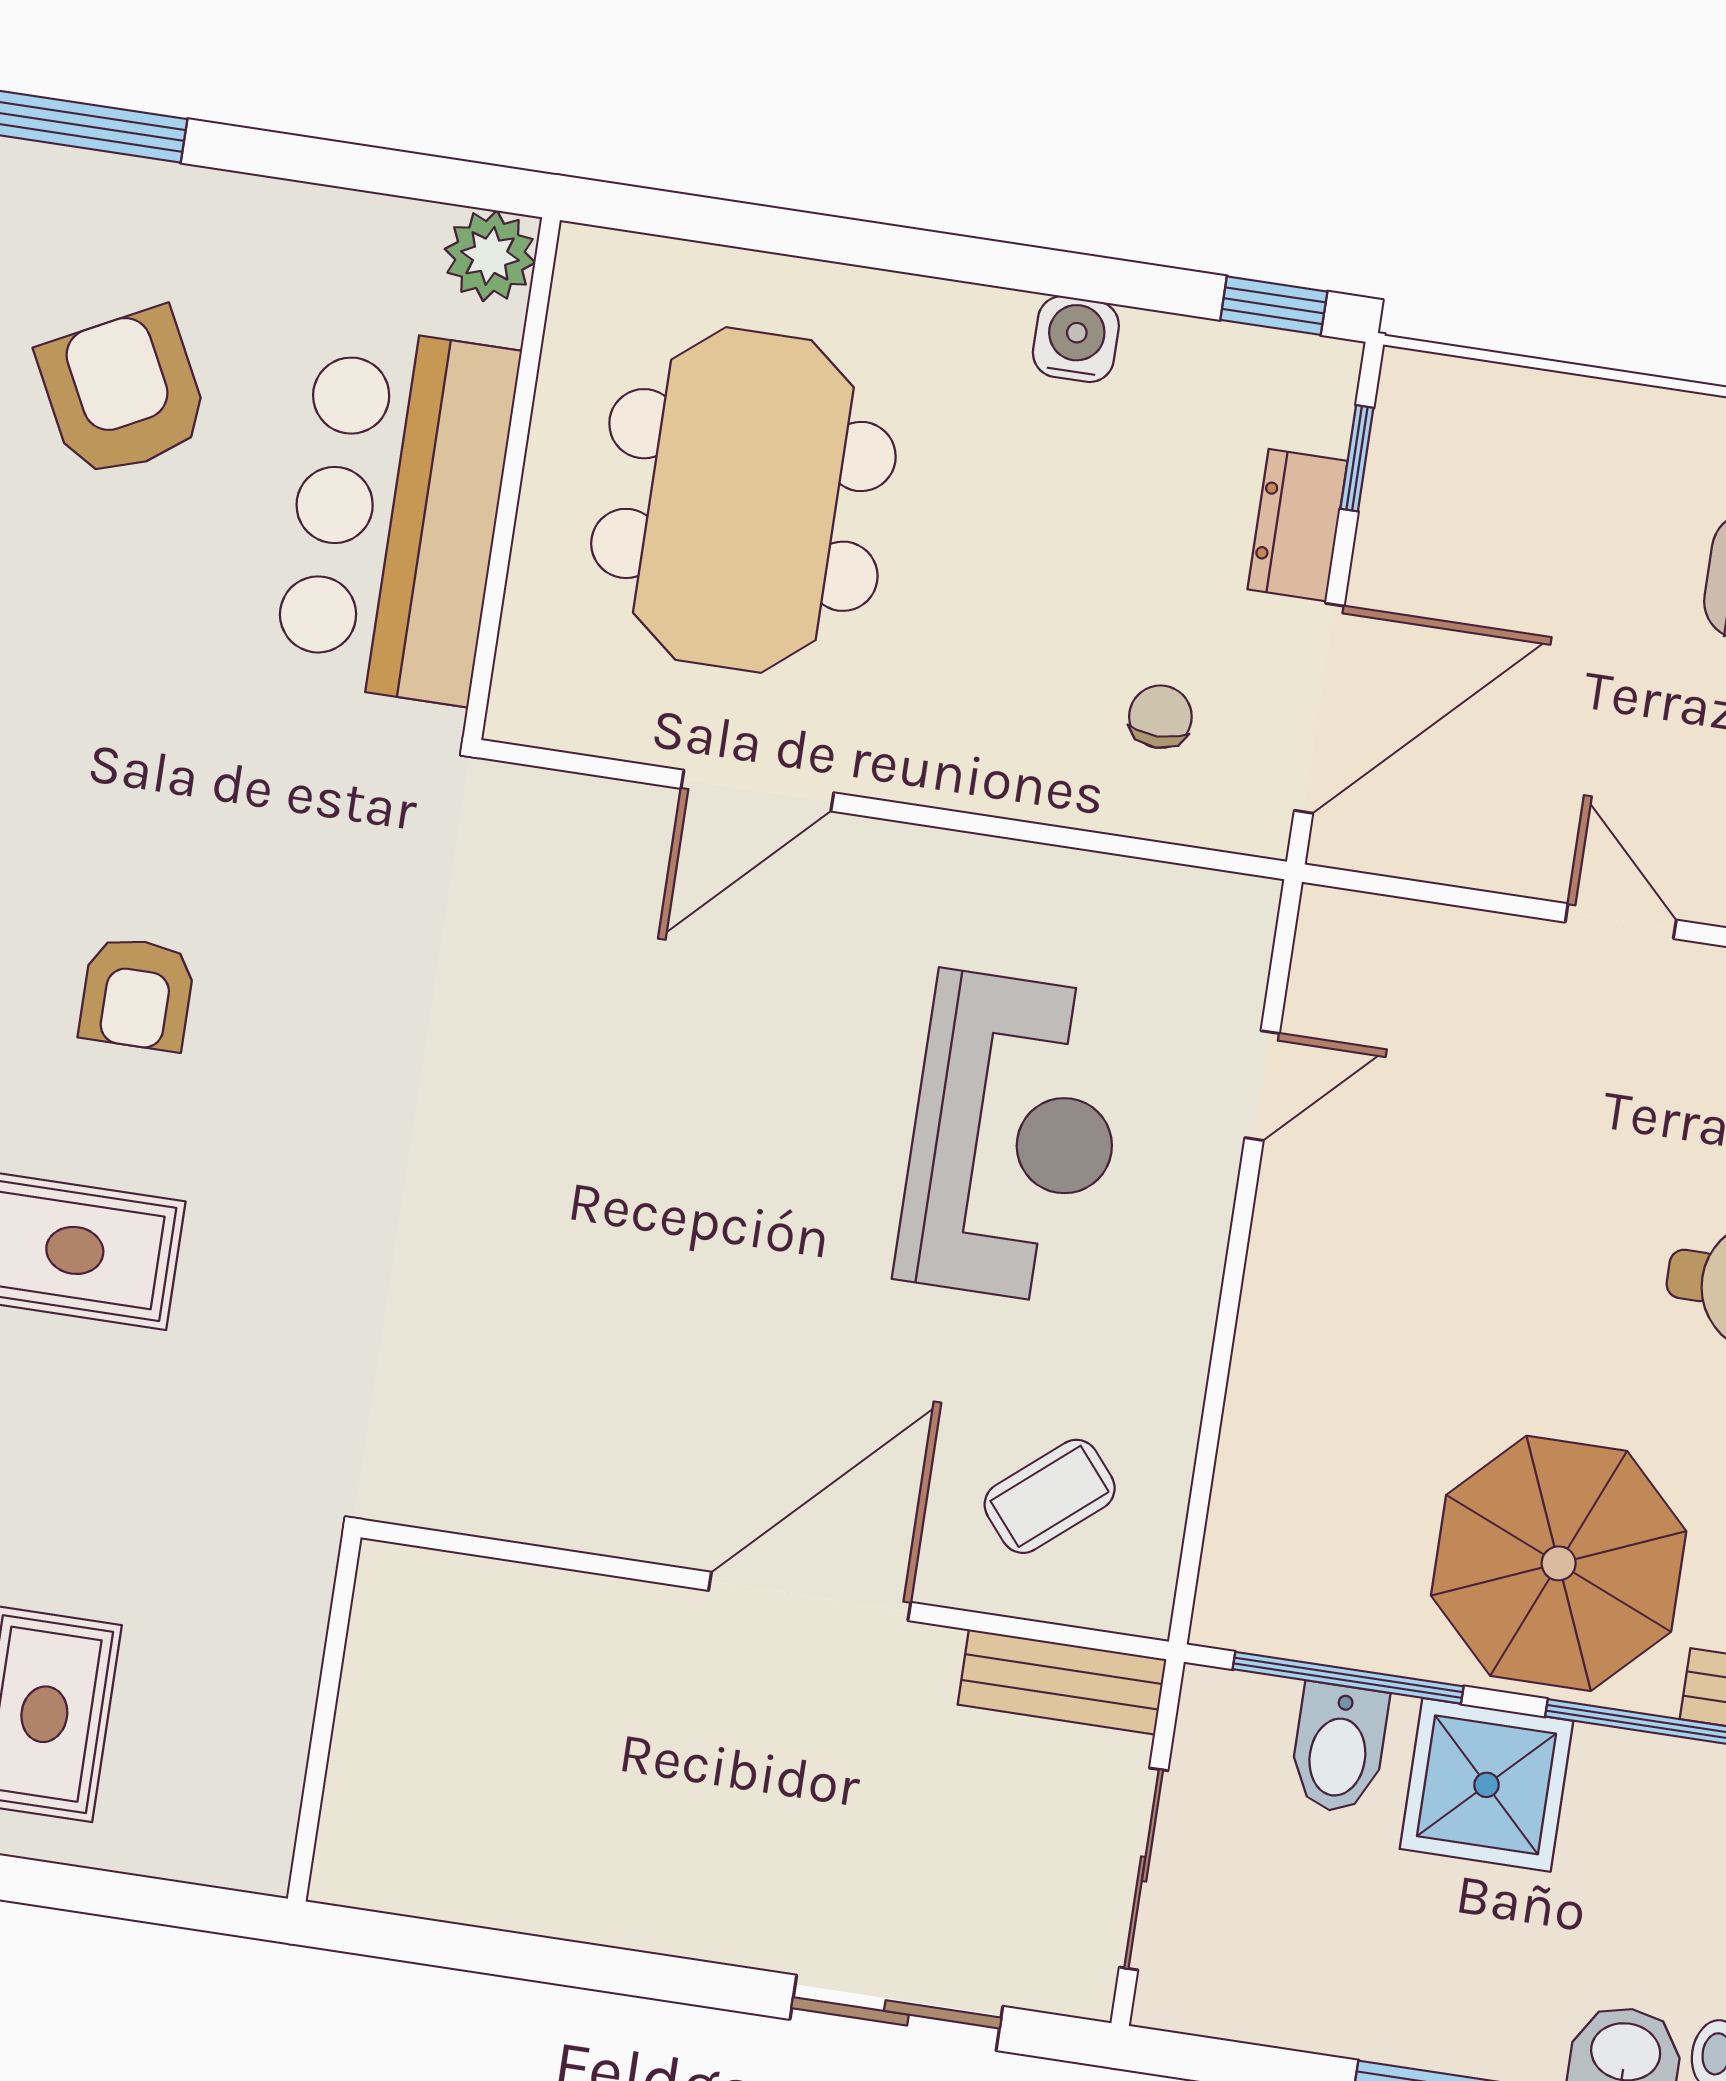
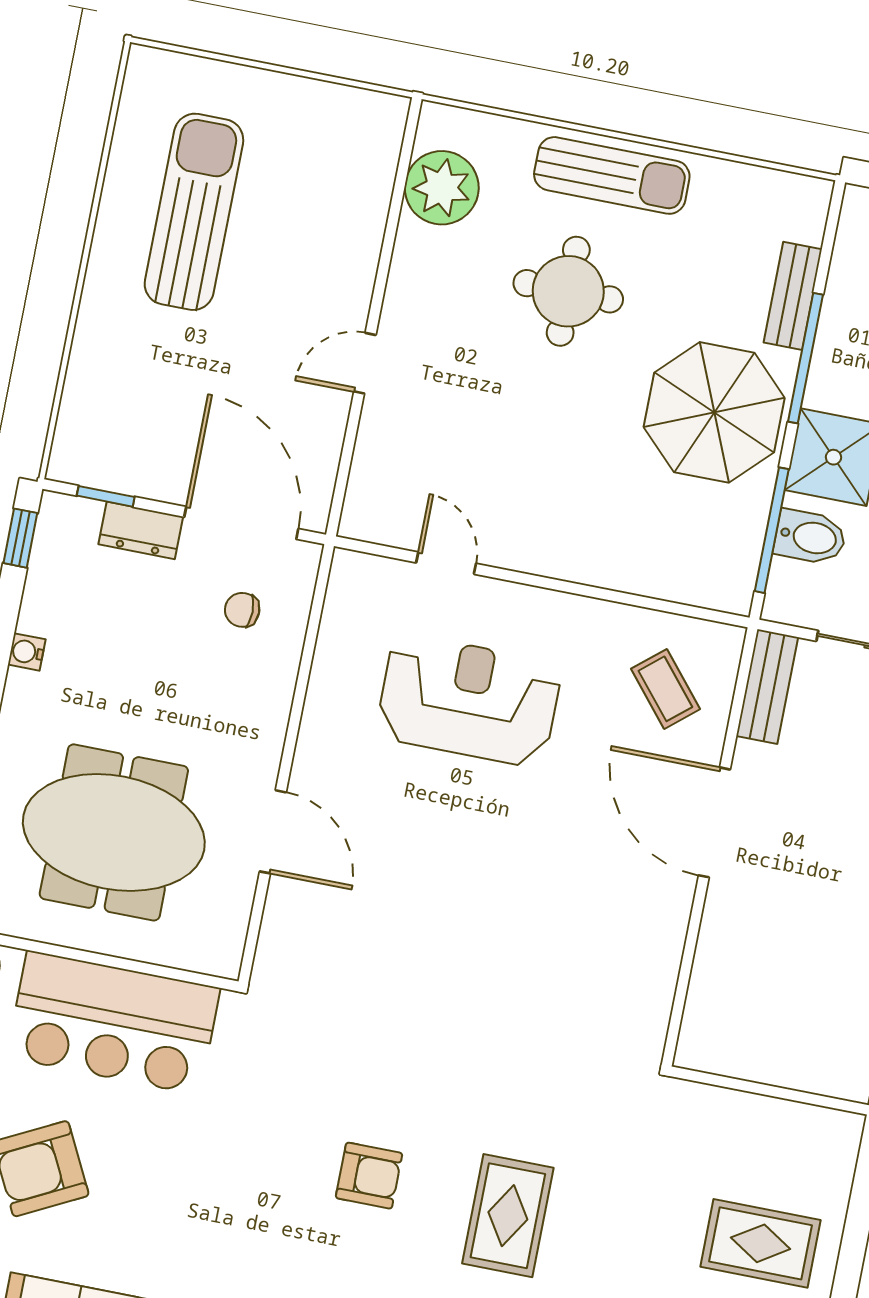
water cooler: (1076, 339) -> (27, 652), width x0.72, depth x0.72

